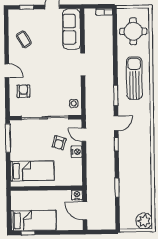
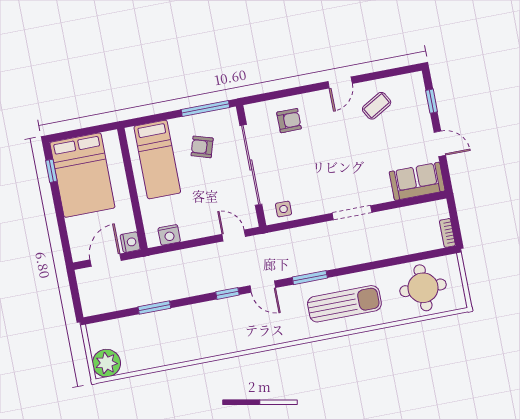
sofa: (71, 29) -> (417, 181), width x0.73
door: (7, 71) -> (340, 83), moved
door: (84, 135) -> (234, 235), hinge flipped
armchair: (59, 143) -> (202, 147), moved
nightstand: (77, 152) -> (169, 235), moved
bed: (34, 221) -> (82, 175), width x1.50

